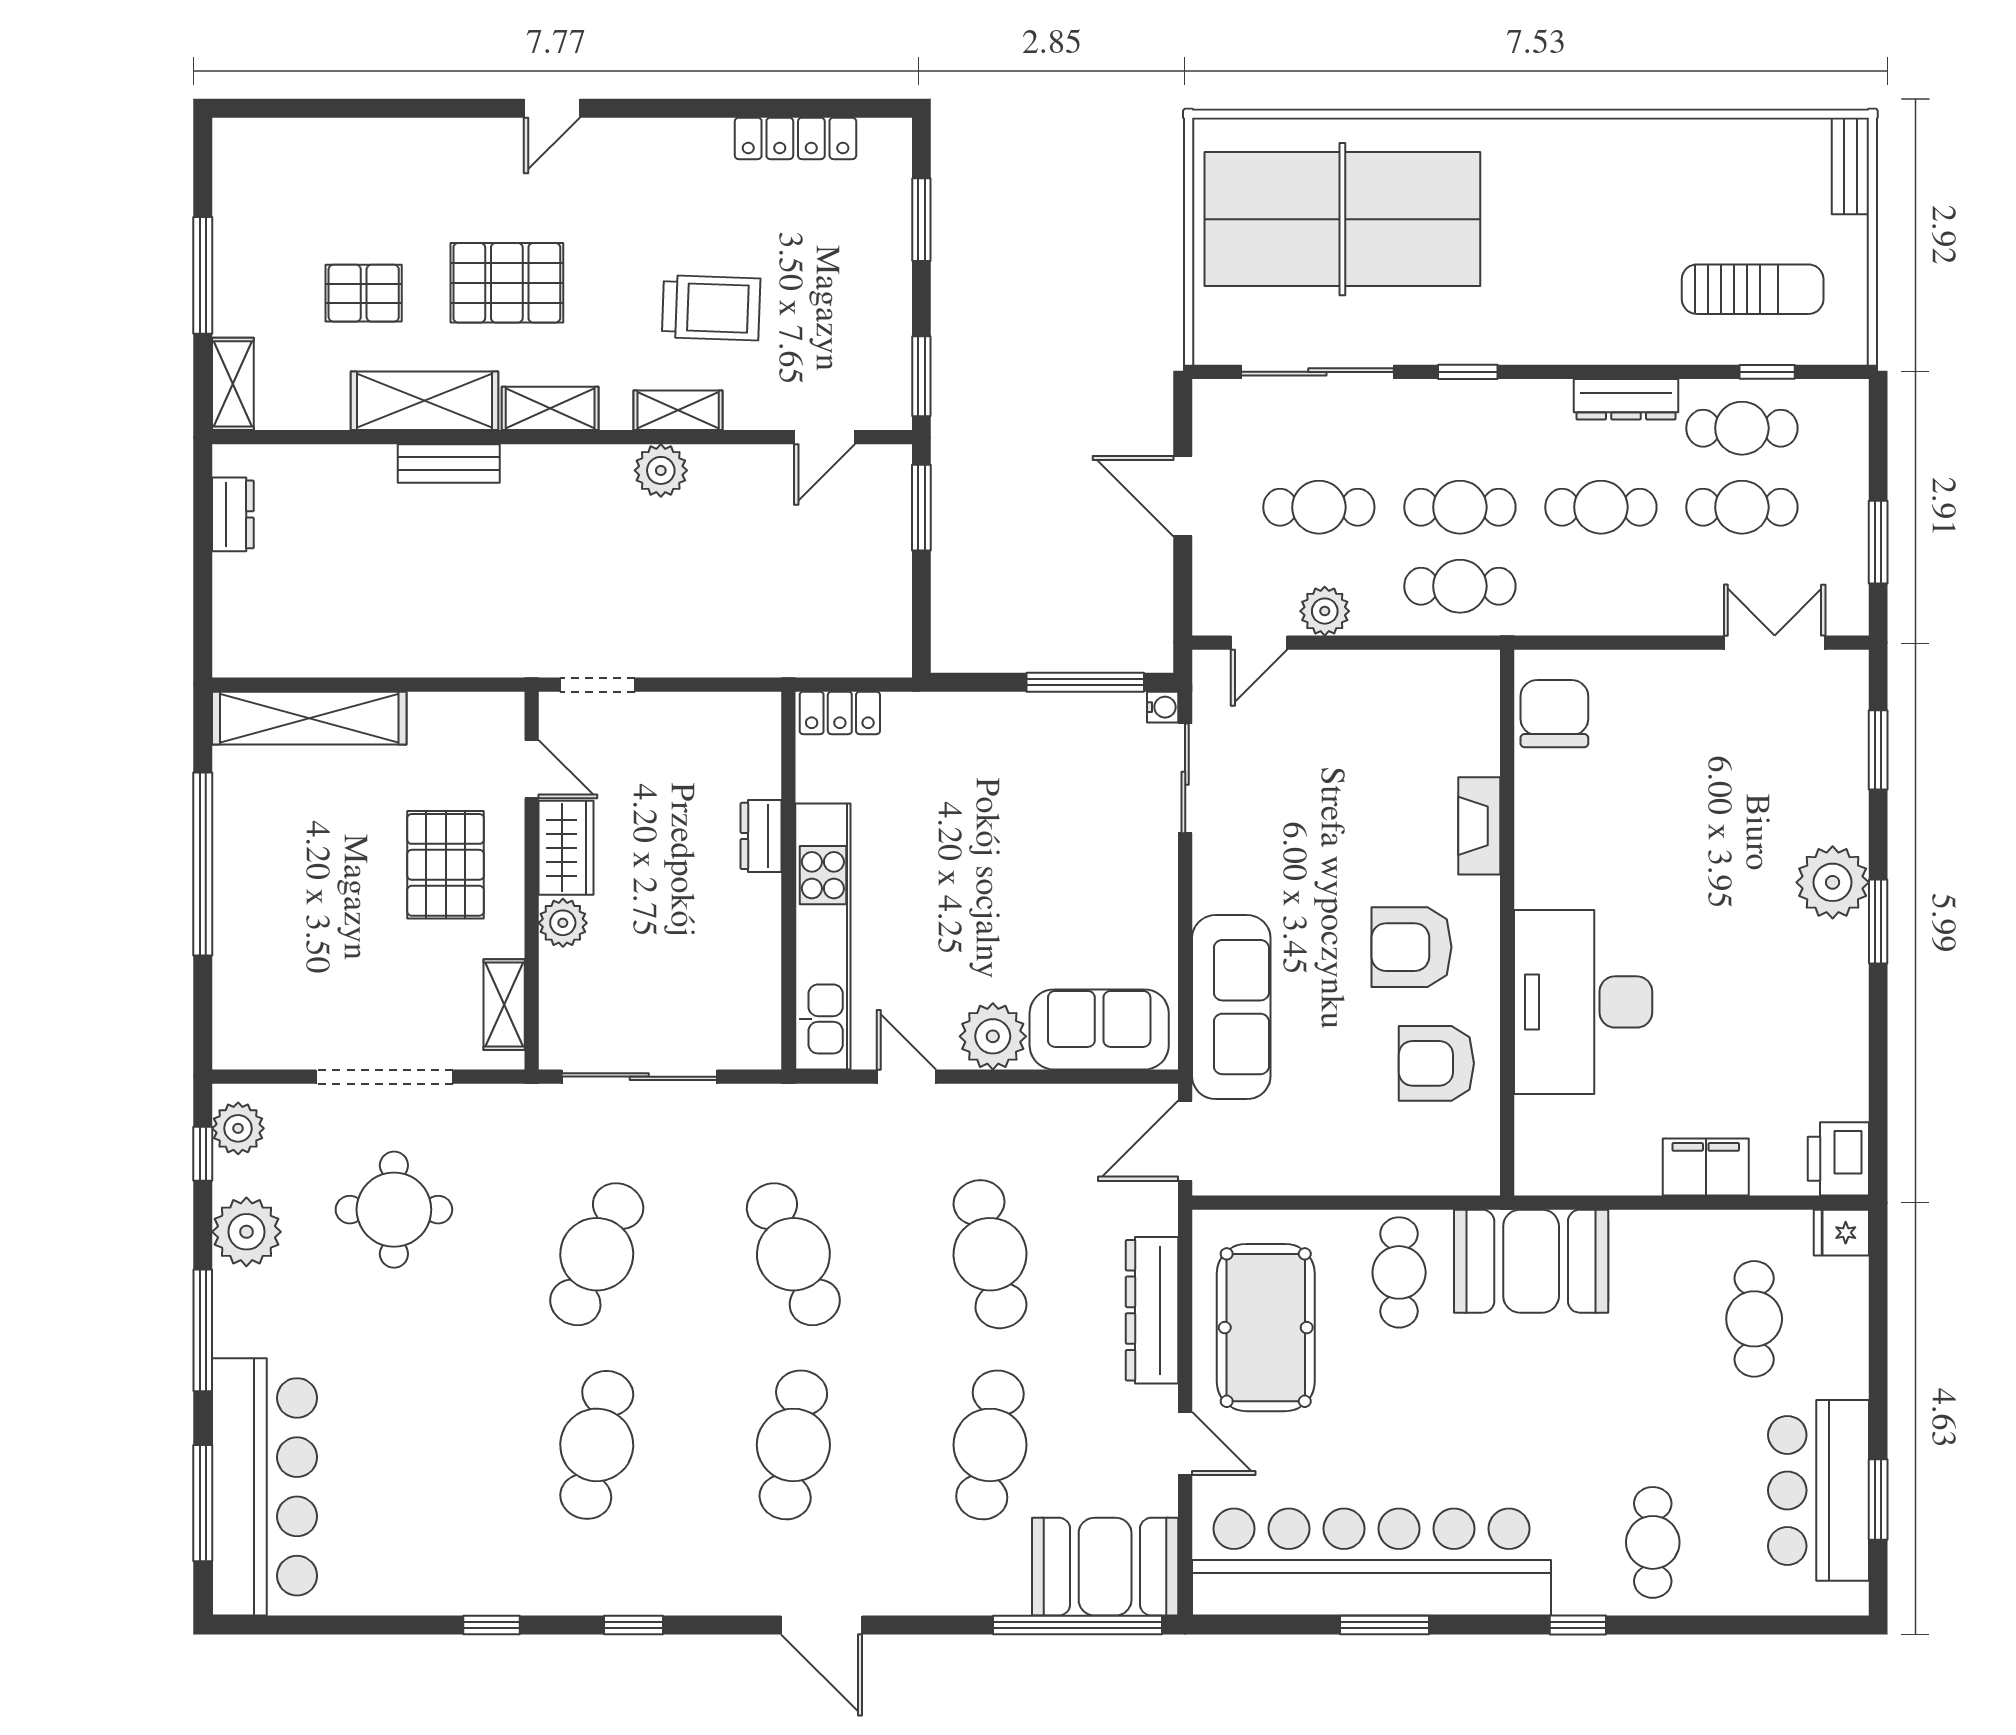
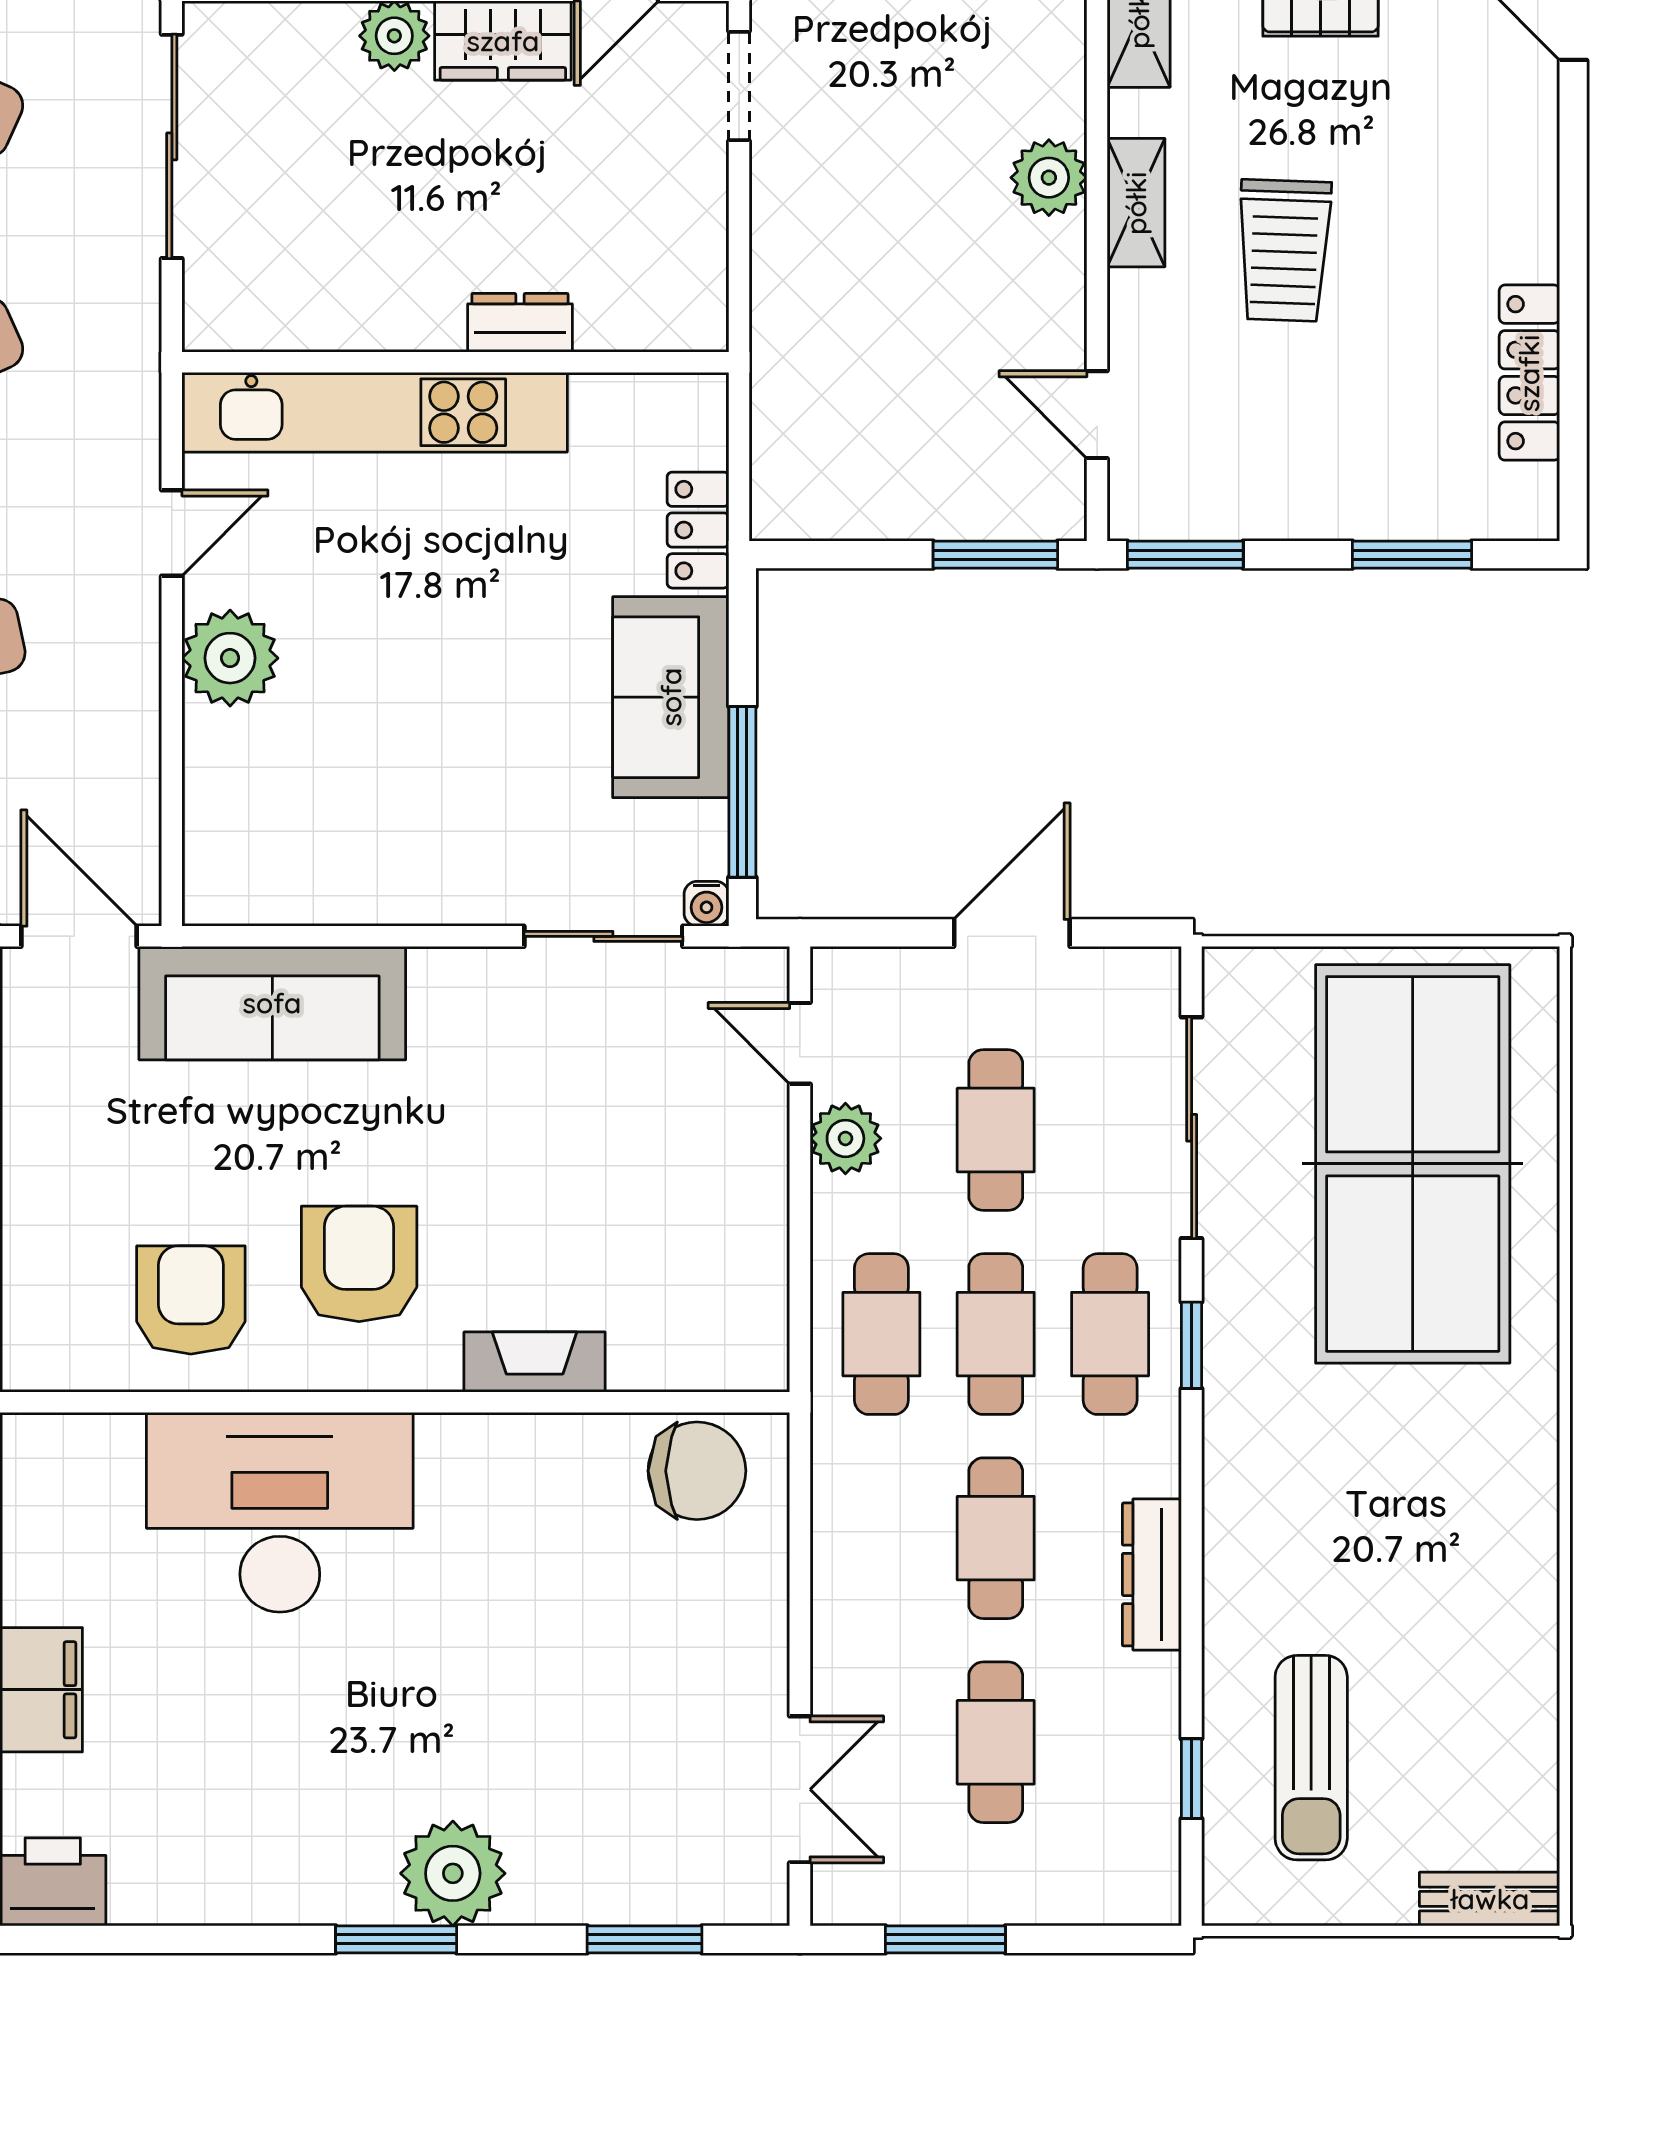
cafe table: (1742, 428) -> (1110, 1334), moved
locker: (840, 713) -> (698, 530), moved
sofa: (1099, 1029) -> (671, 697), moved, turned 180

